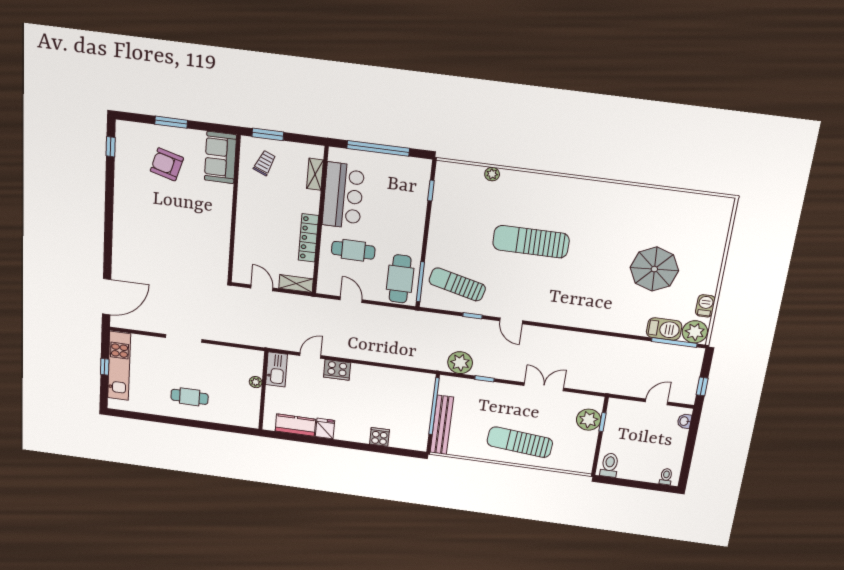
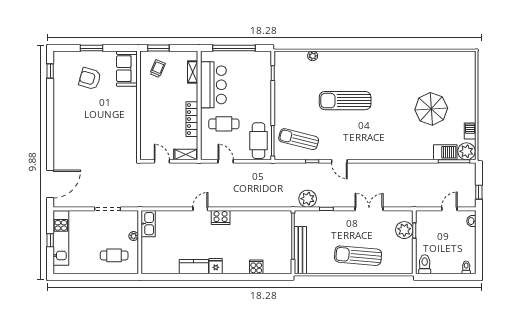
kitchen sink: (277, 369) -> (148, 224), moved
plant: (256, 382) -> (134, 236), moved
wall: (263, 391) -> (140, 242), moved

